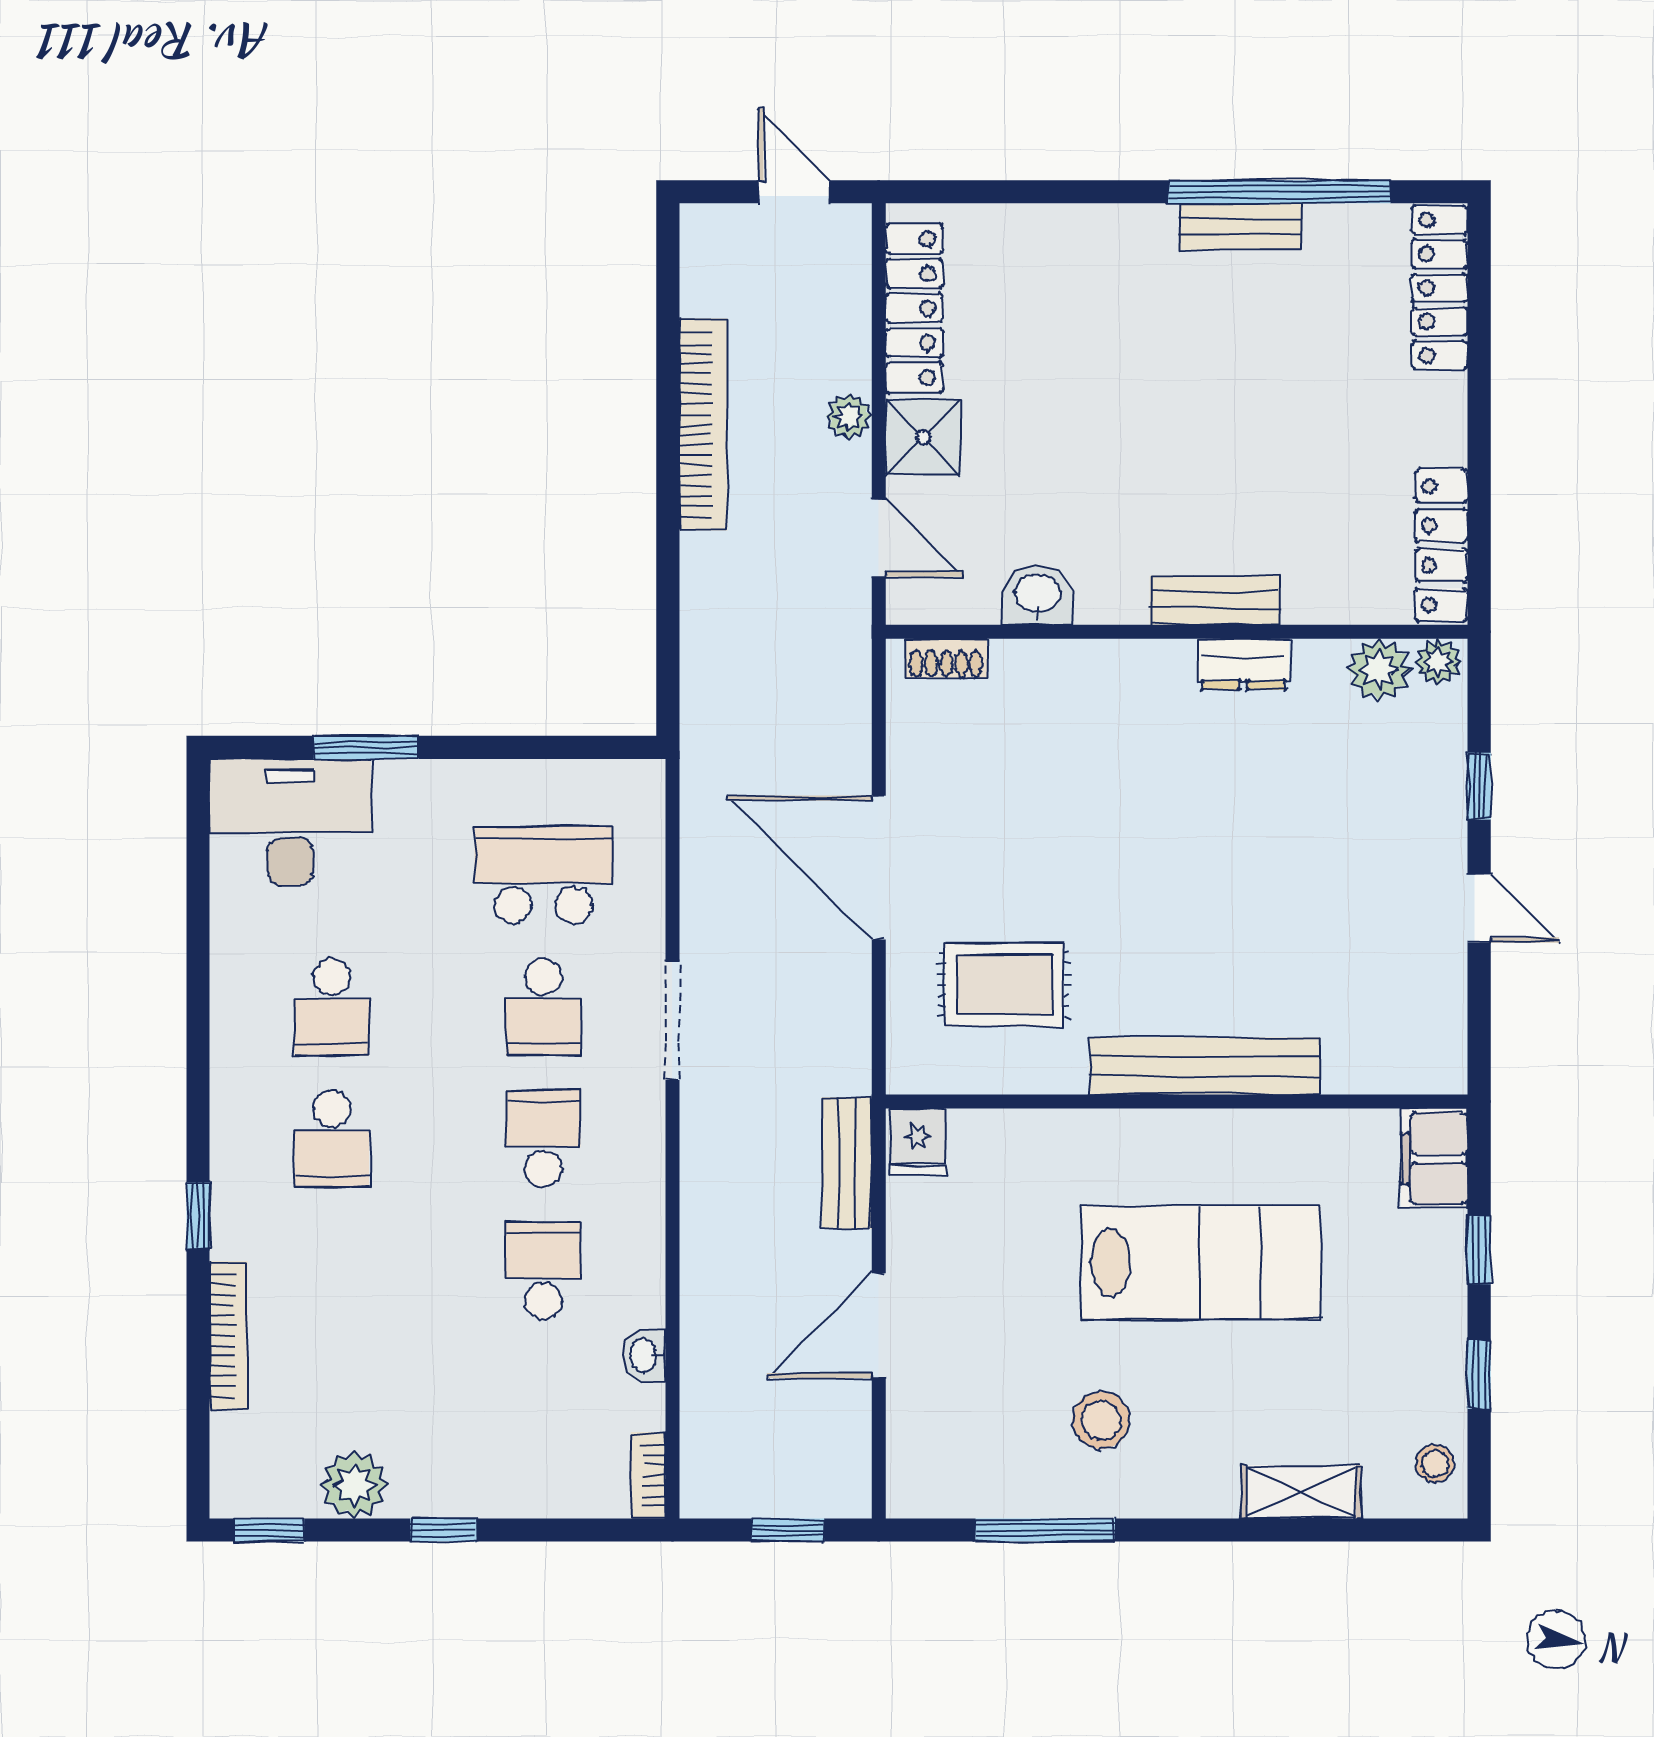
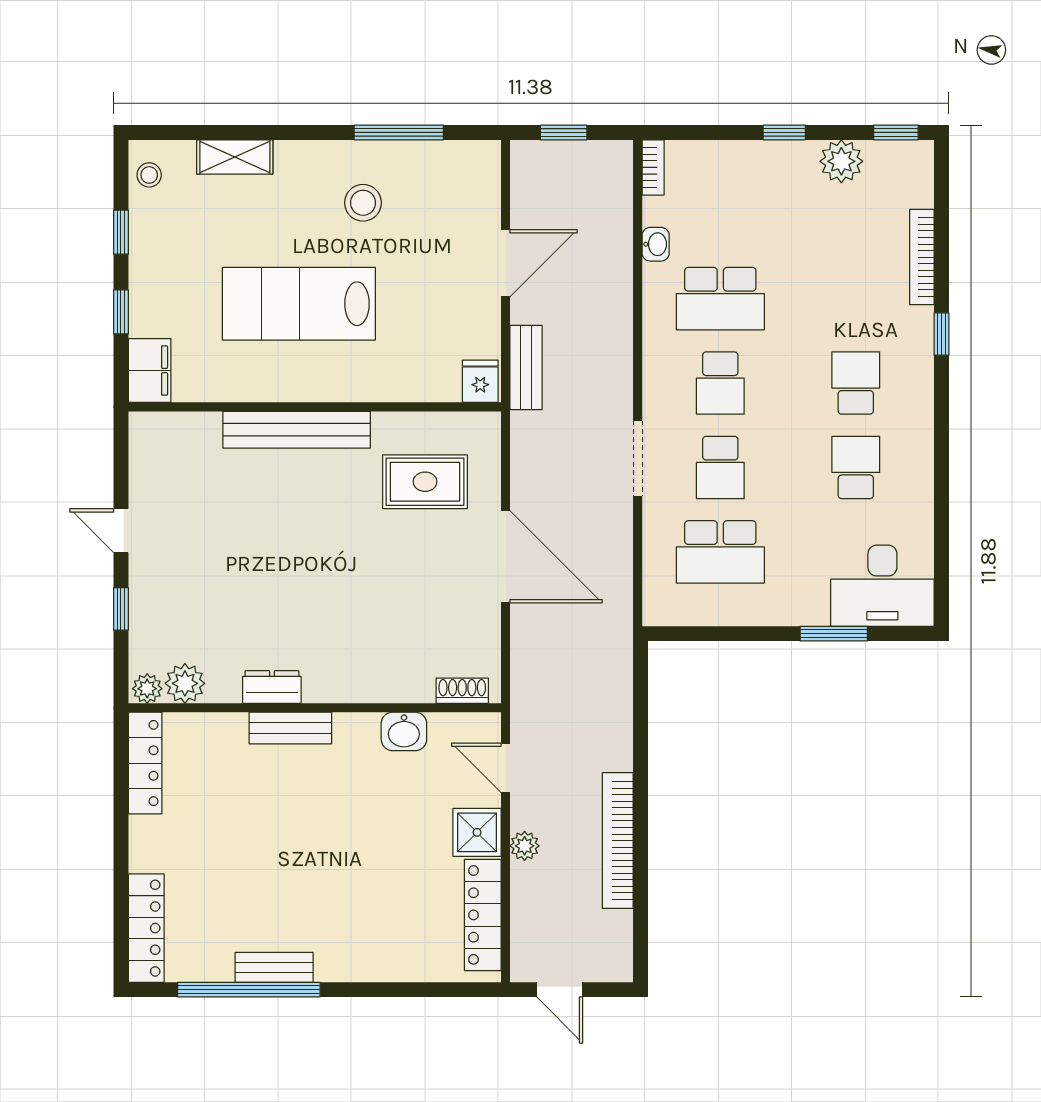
school desk: (543, 1007) -> (720, 467), turned 180
school desk: (543, 1271) -> (720, 299), width x1.85

